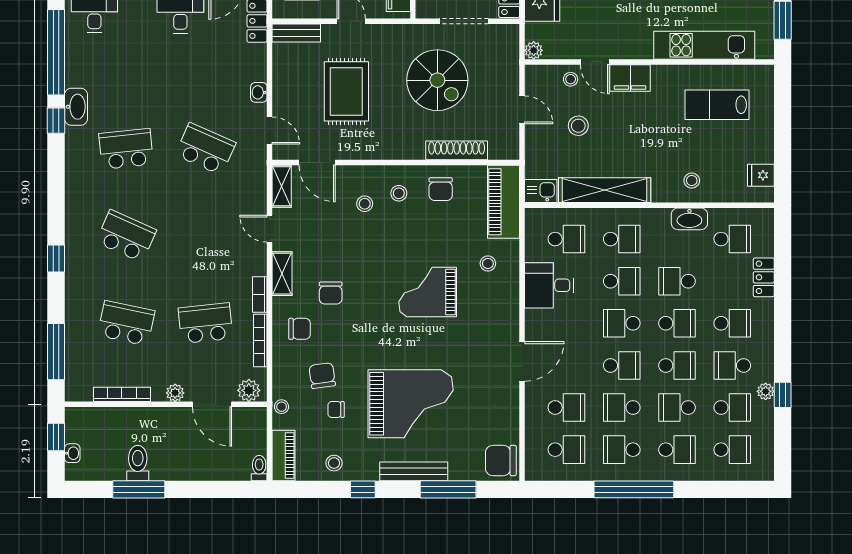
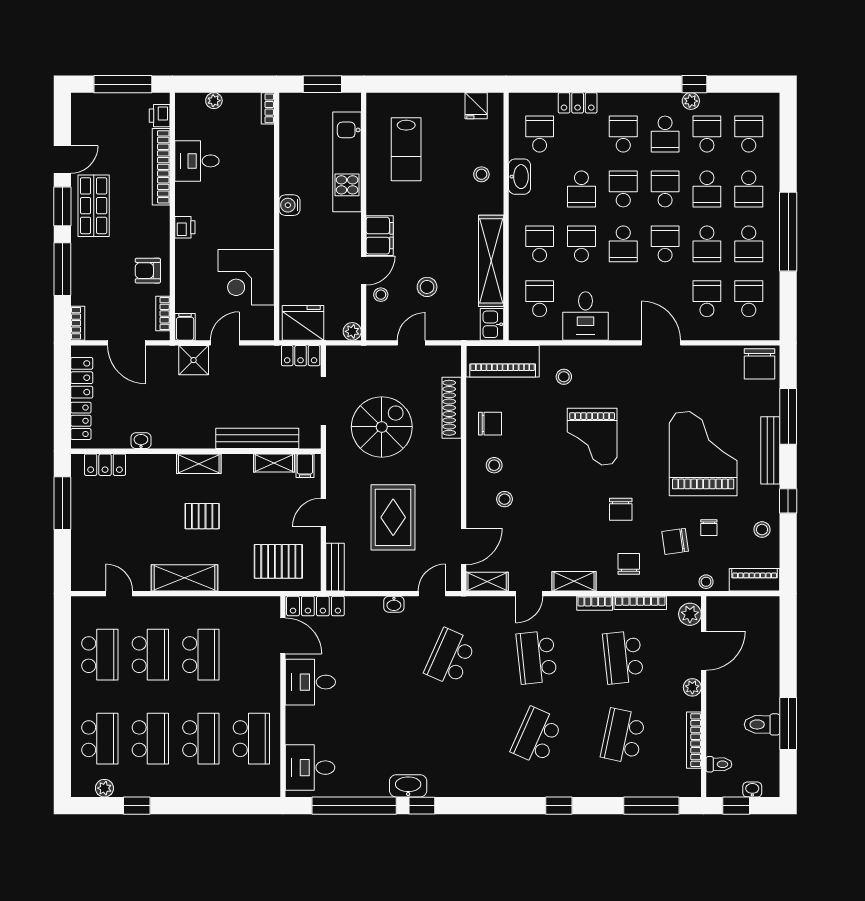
rug: (346, 91) -> (393, 517), turned 90
school desk: (126, 149) -> (537, 657), moved
chair: (331, 293) -> (621, 509), moved, turned 90
school desk: (677, 450) -> (749, 189), turned 180
toilet: (259, 468) -> (719, 764), moved, turned 180

